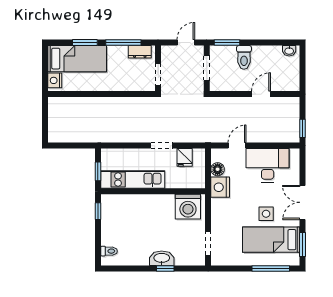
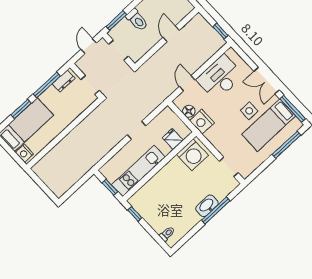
fridge: (185, 157) -> (173, 139), moved, turned 180
window: (303, 244) -> (293, 109), width x1.44
window: (165, 269) -> (216, 211), width x2.17

